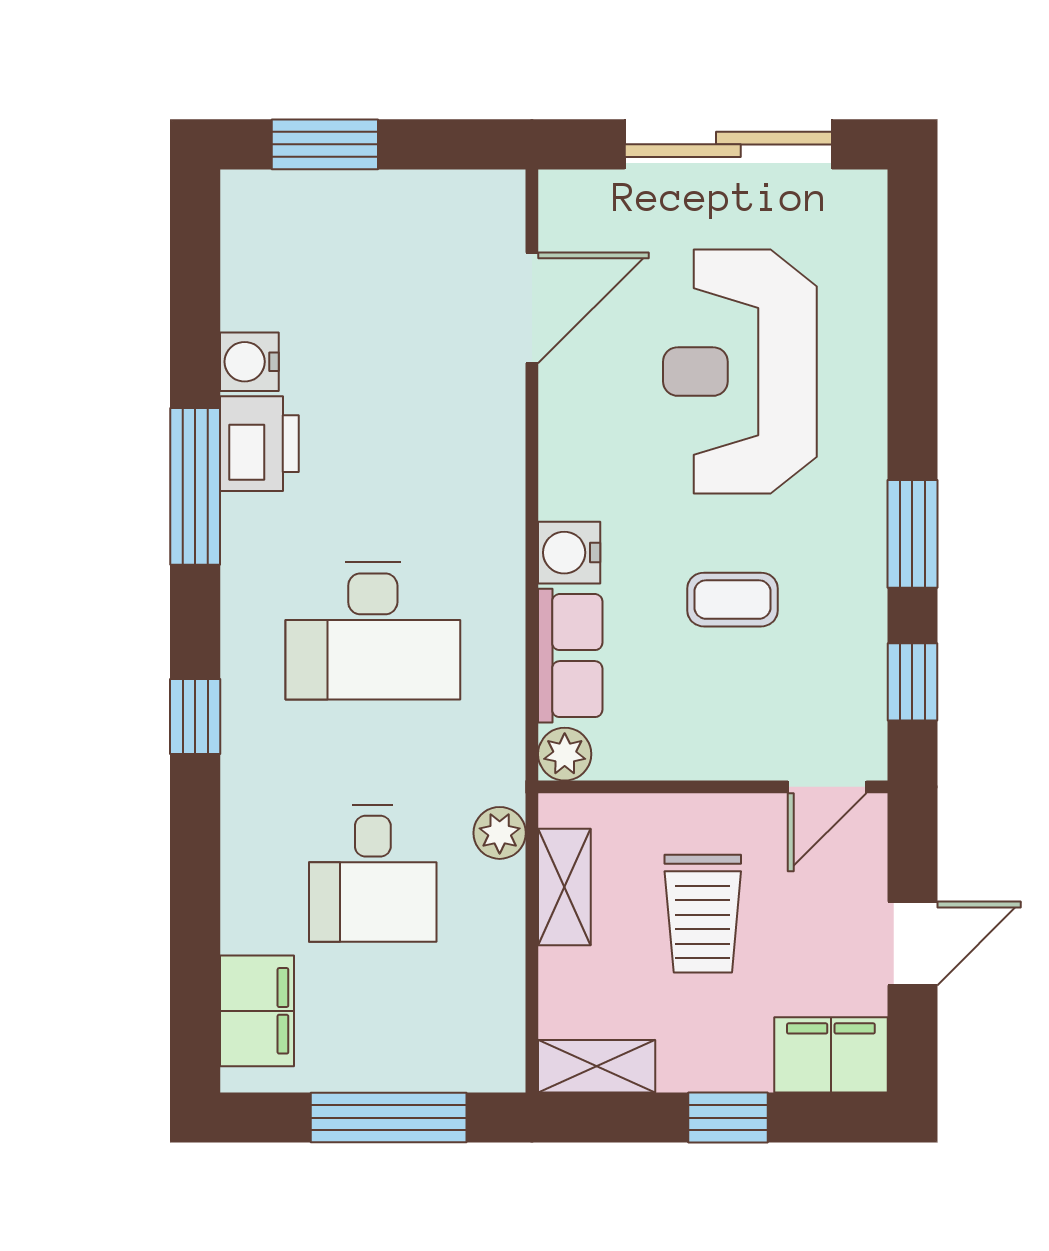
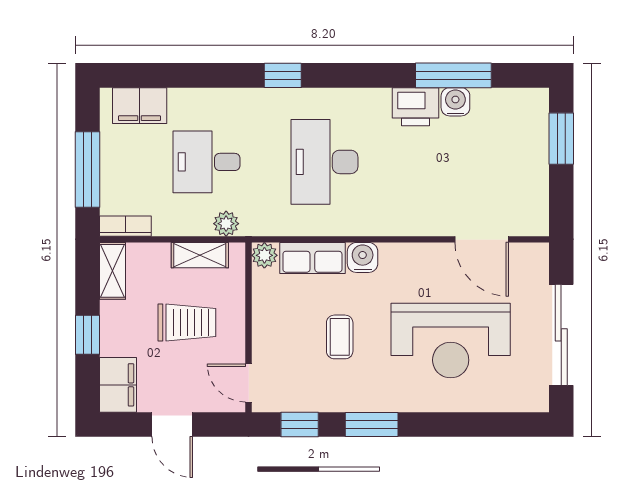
reception desk: (740, 372) -> (451, 341), turned 180
window: (195, 486) -> (453, 75), moved
trolley: (703, 914) -> (187, 322), turned 180
bookcase: (505, 1040) -> (125, 226), added

